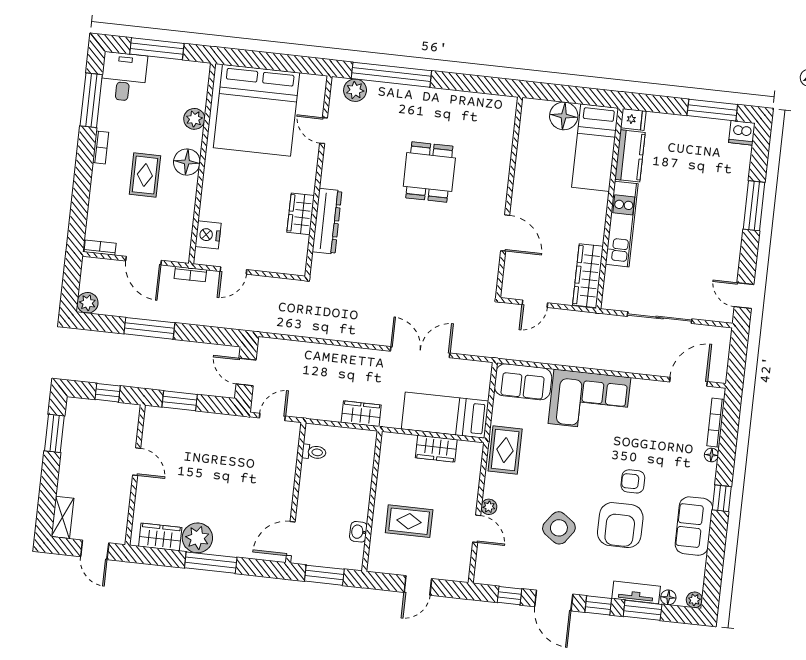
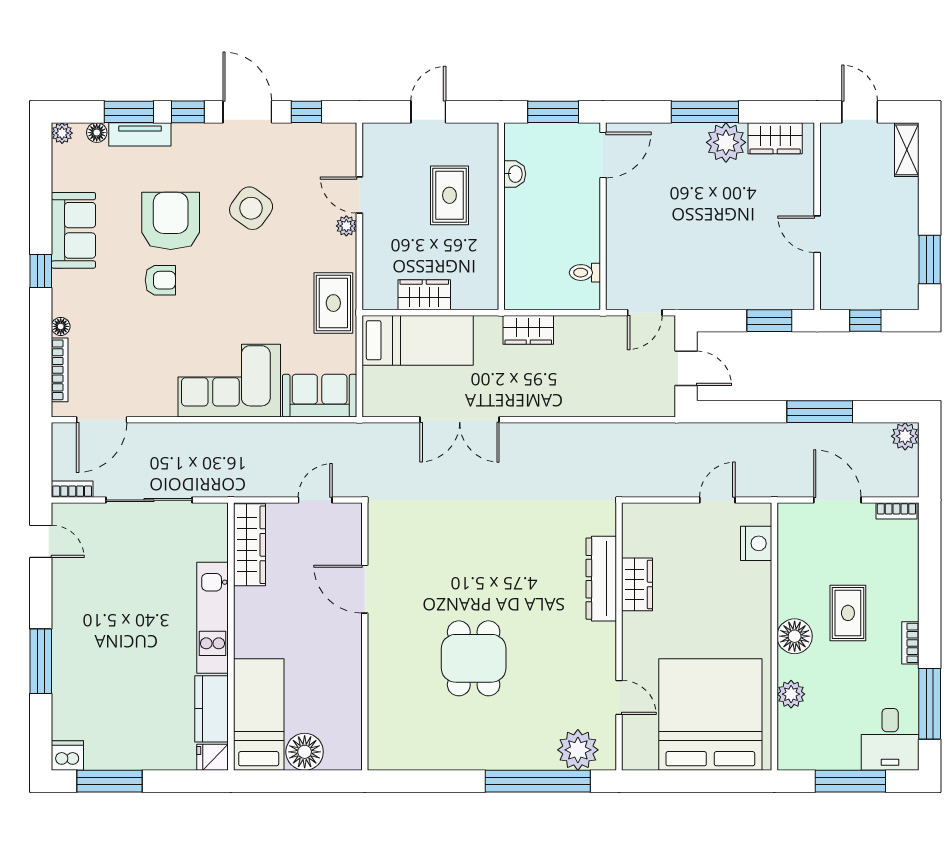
plant: (355, 90) -> (578, 750), width x1.36, depth x1.36
bookcase: (190, 274) -> (72, 489), moved
rug: (409, 521) -> (449, 195), turned 90

